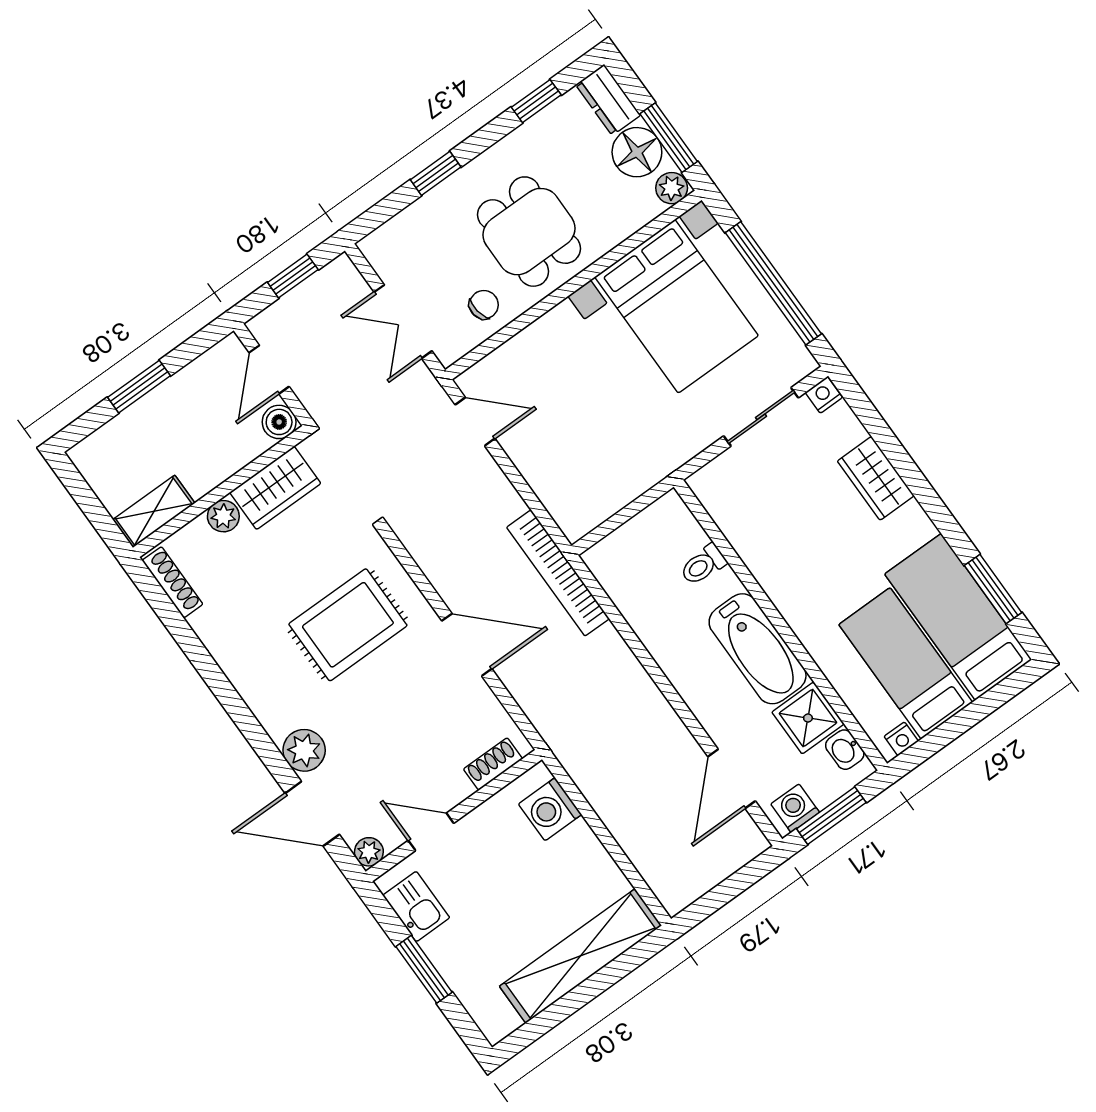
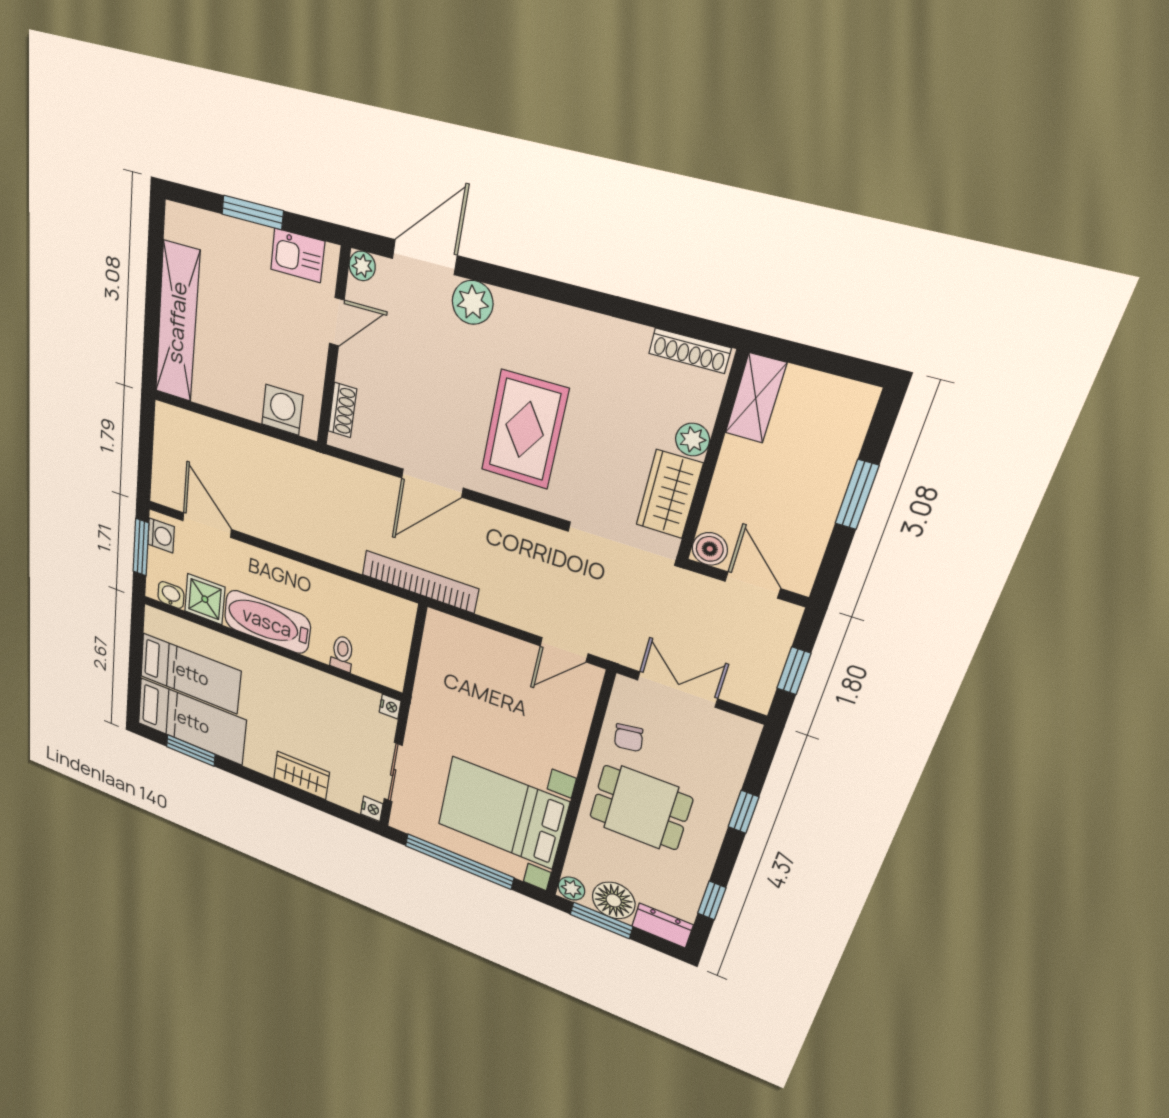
nightstand: (901, 739) -> (390, 707), moved, turned 180

